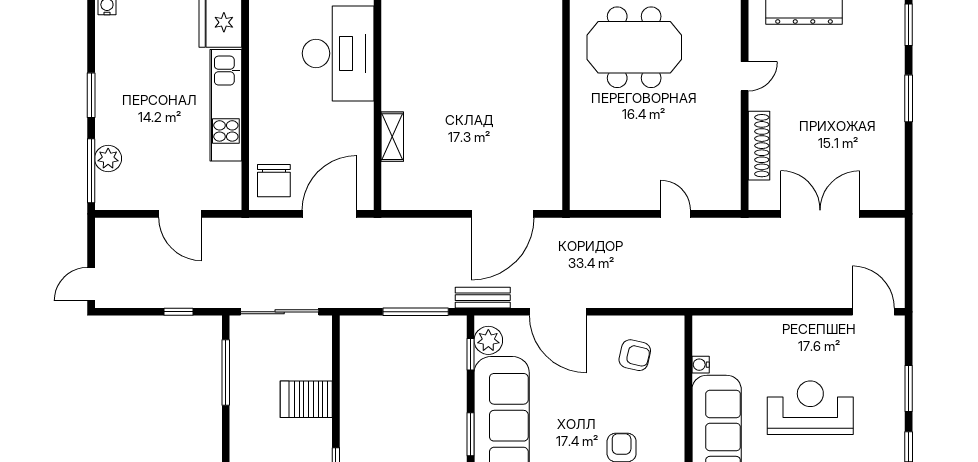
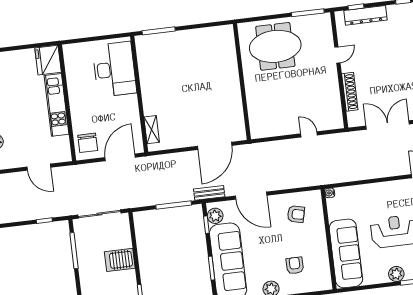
shelving: (392, 137) -> (152, 130), moved
water cooler: (701, 365) -> (330, 193), moved

